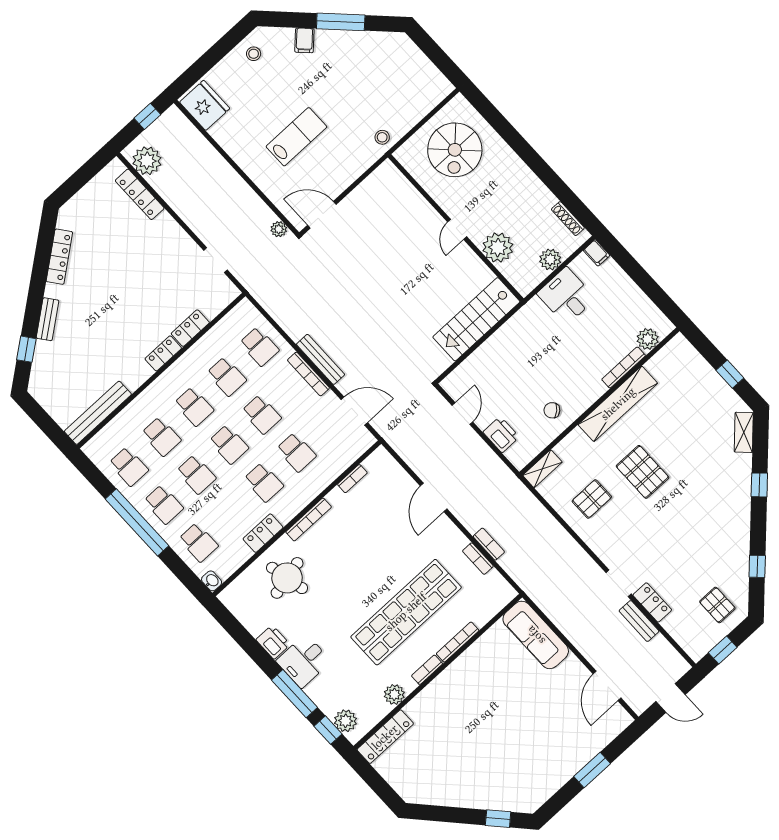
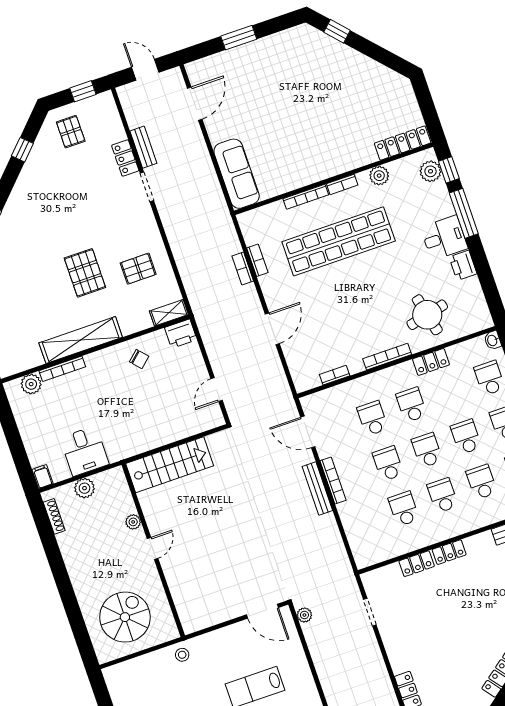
plant: (498, 248) -> (133, 522), width x0.53, depth x0.53
school desk: (259, 346) -> (365, 522), removed
printer: (501, 434) -> (181, 334), moved, turned -90

